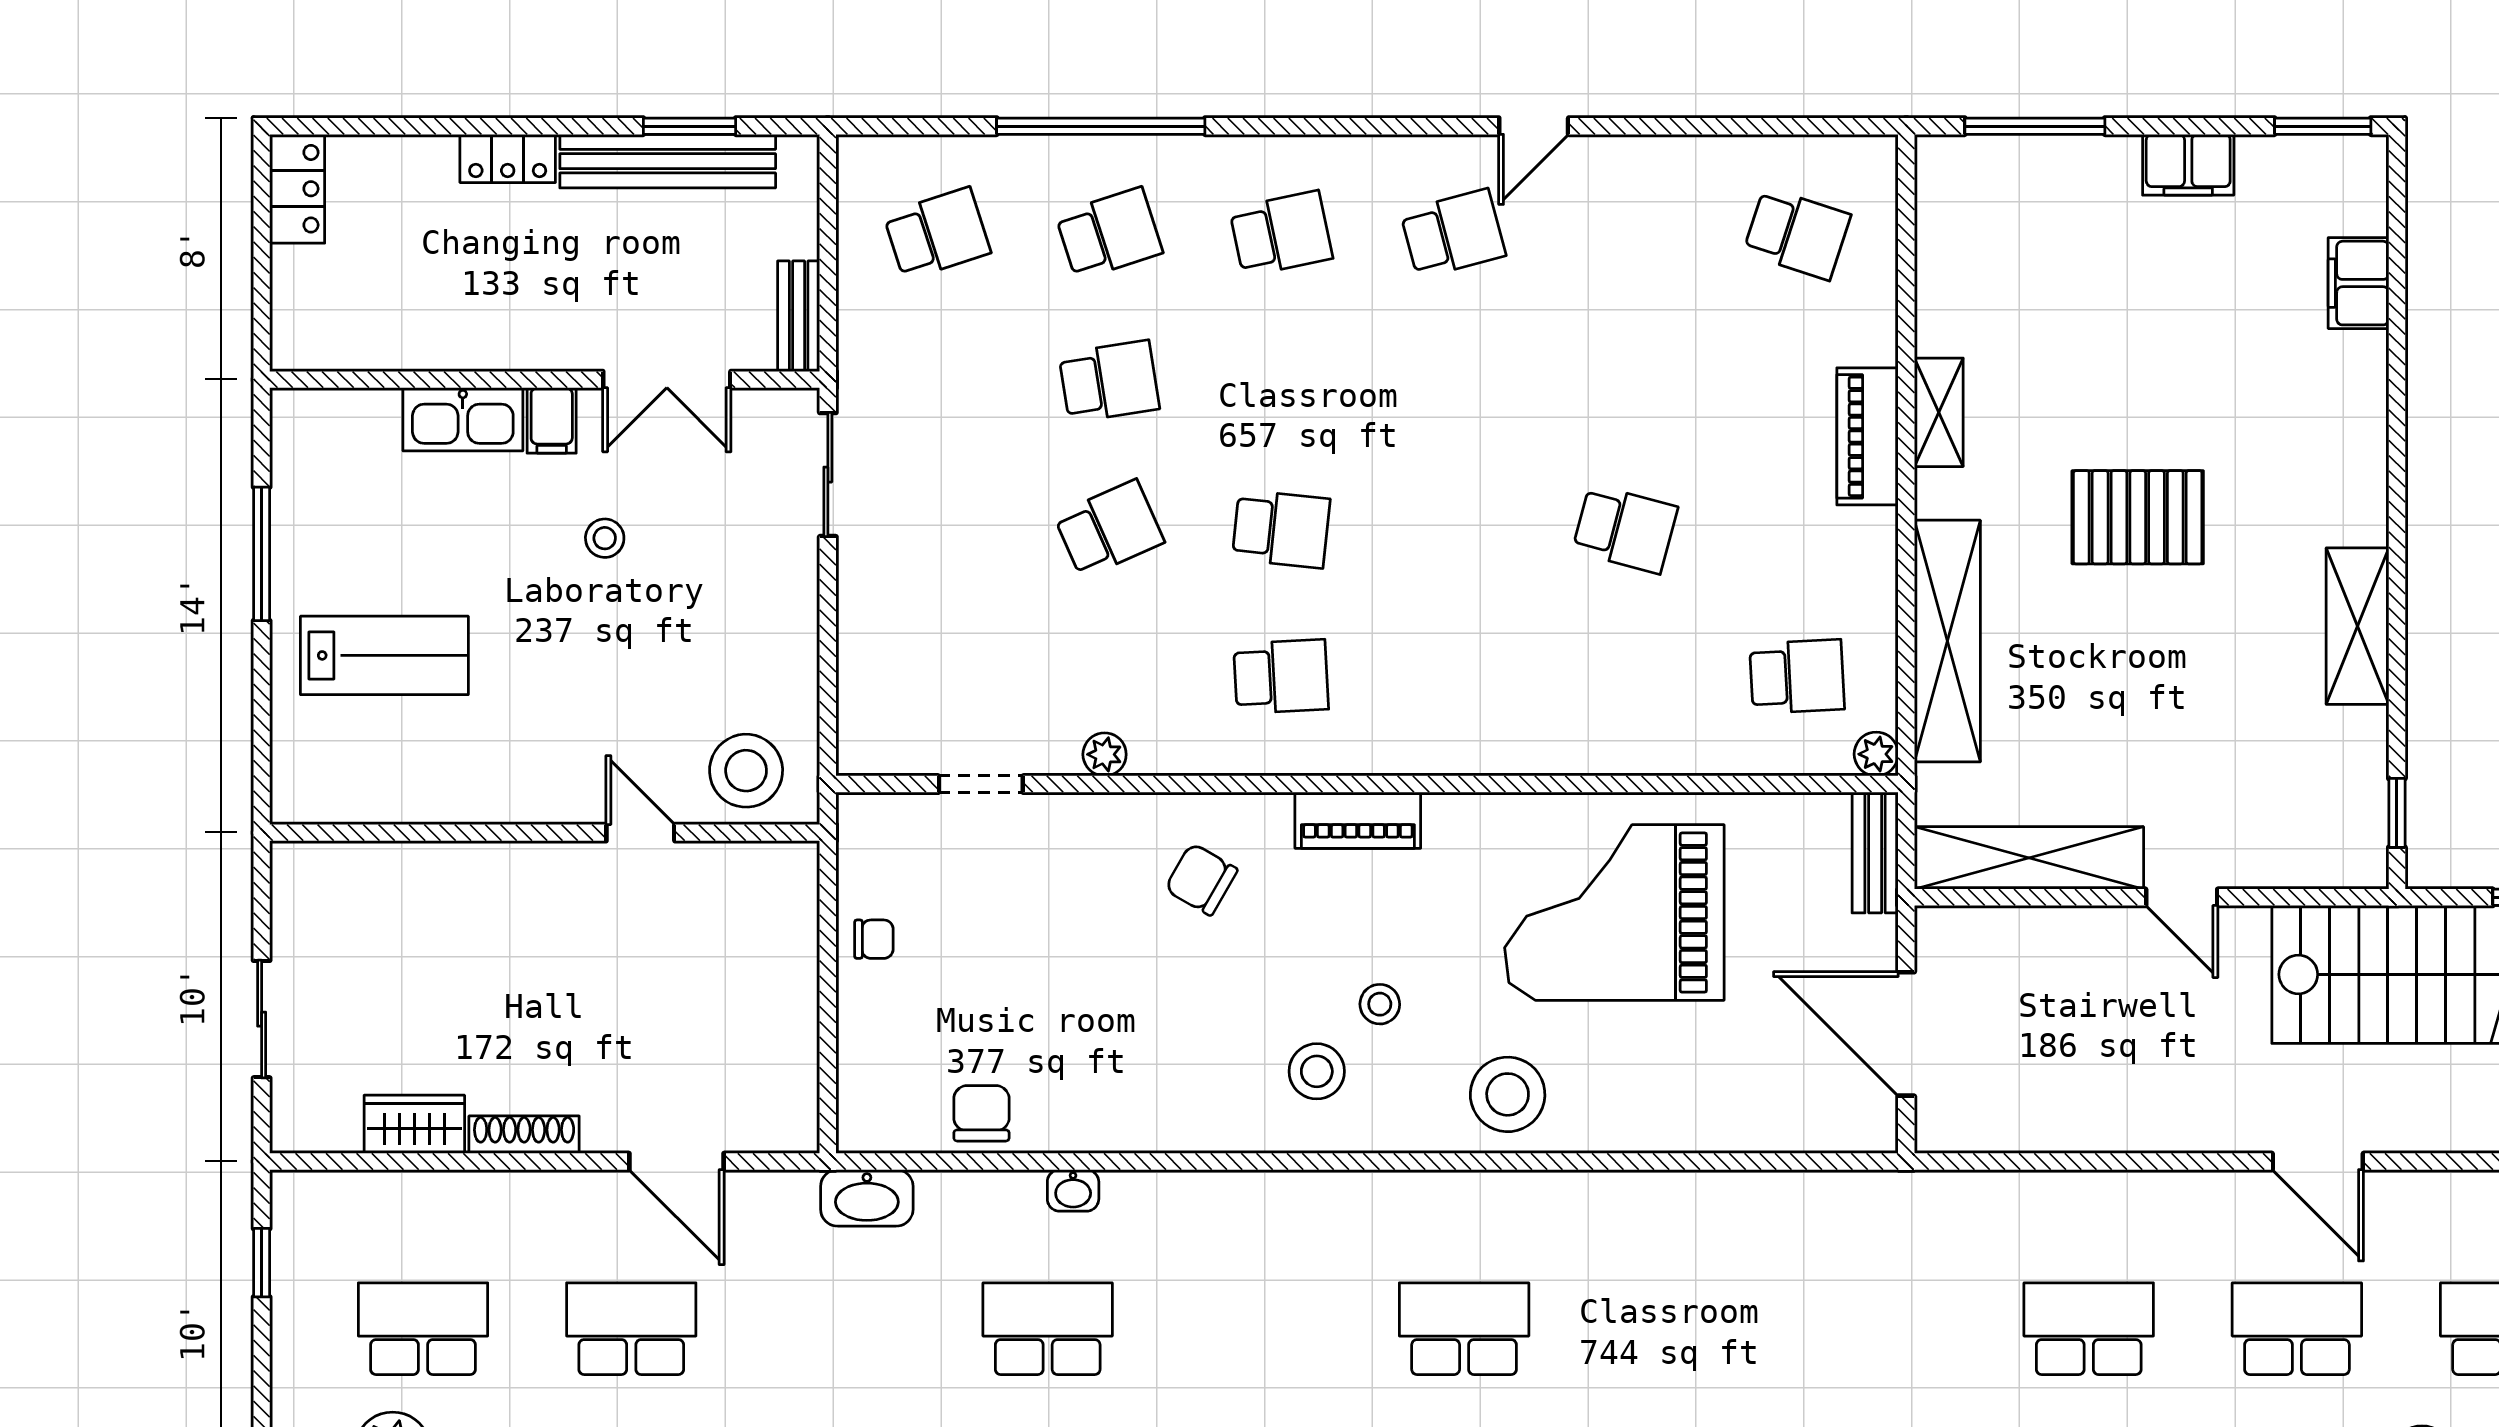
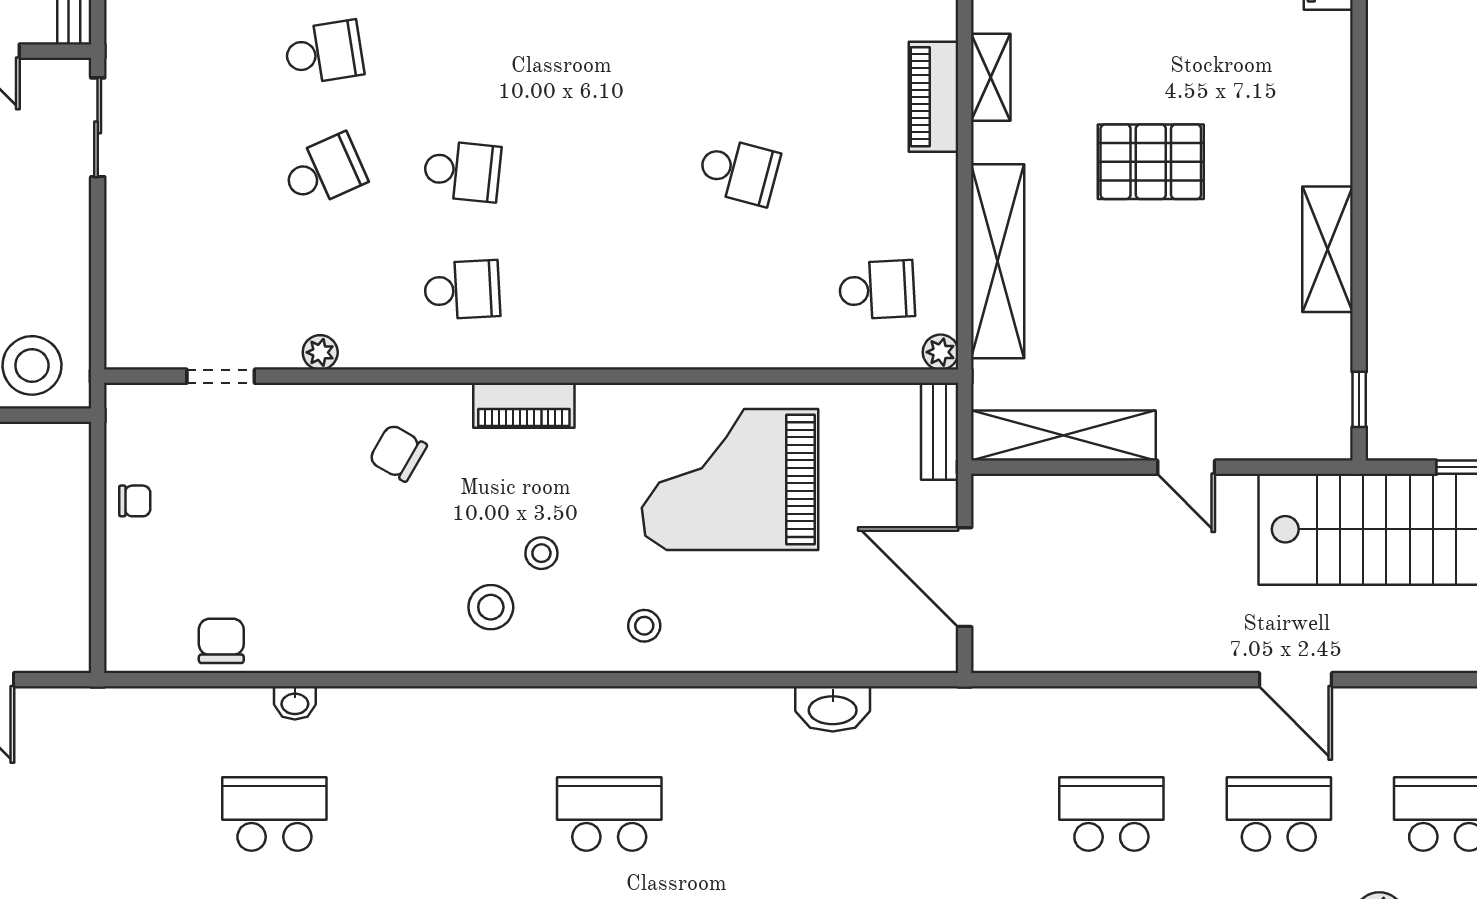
stool: (1508, 1094) -> (644, 626), width x0.53, depth x0.53
washbasin: (867, 1198) -> (833, 709), moved

